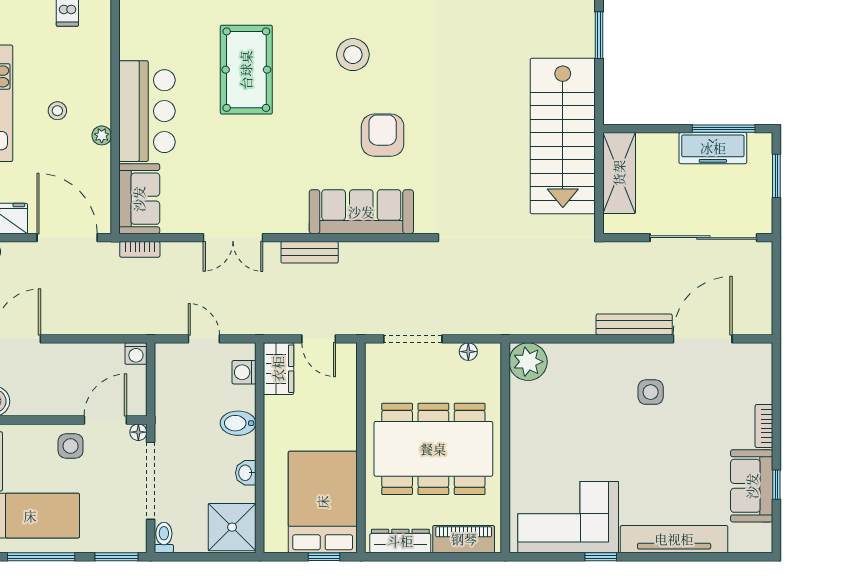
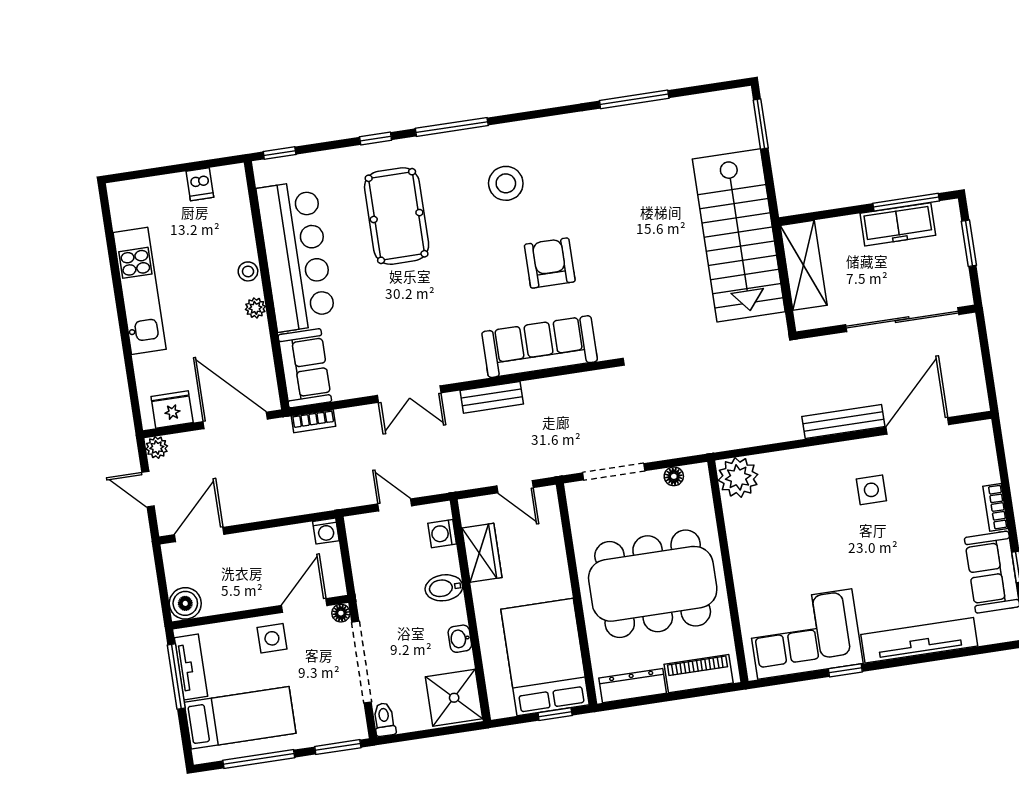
stool: (57, 111) -> (248, 271), moved
bar counter: (147, 111) -> (296, 256), width x1.36
wardrobe: (278, 369) -> (482, 553), moved

